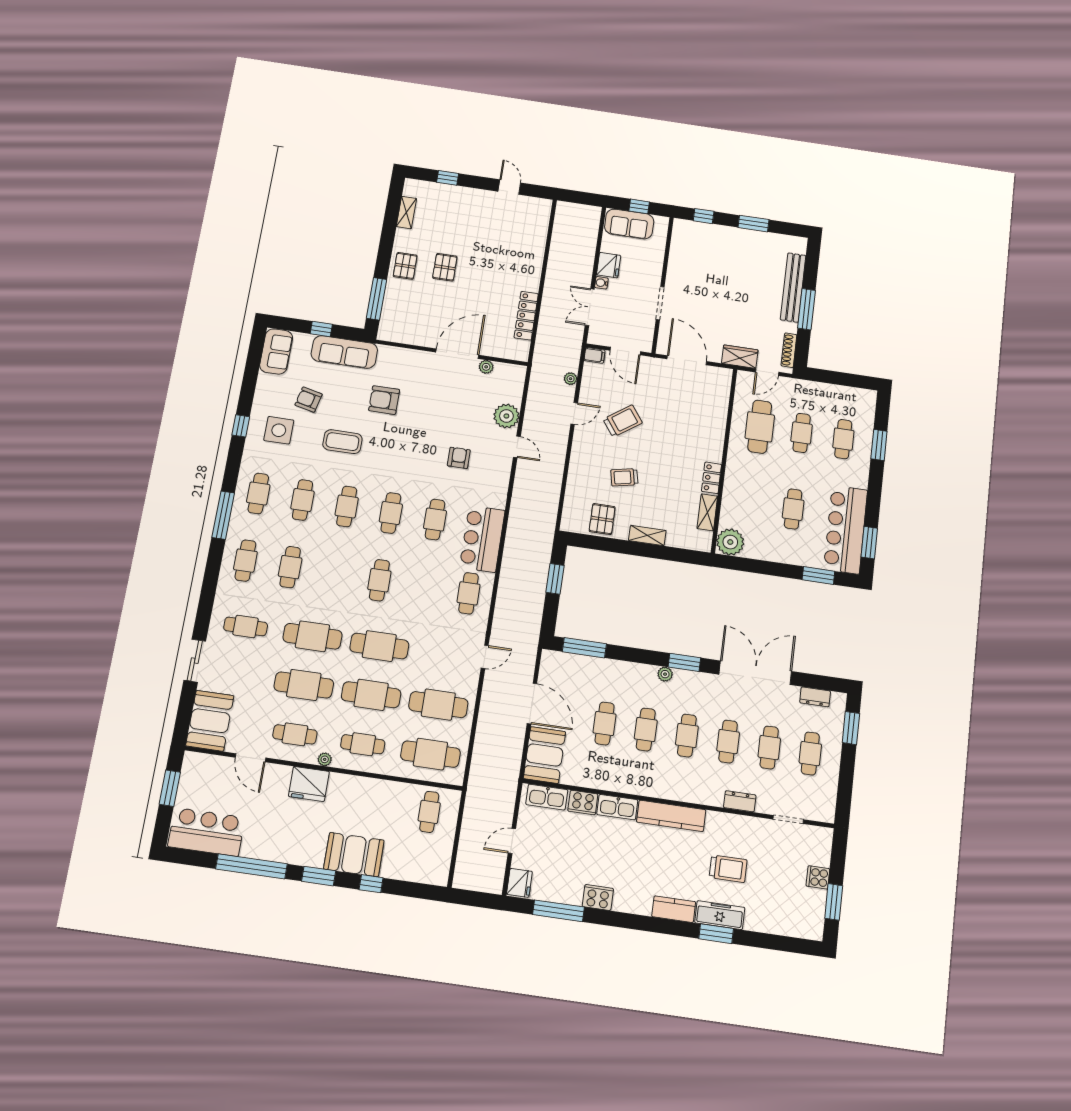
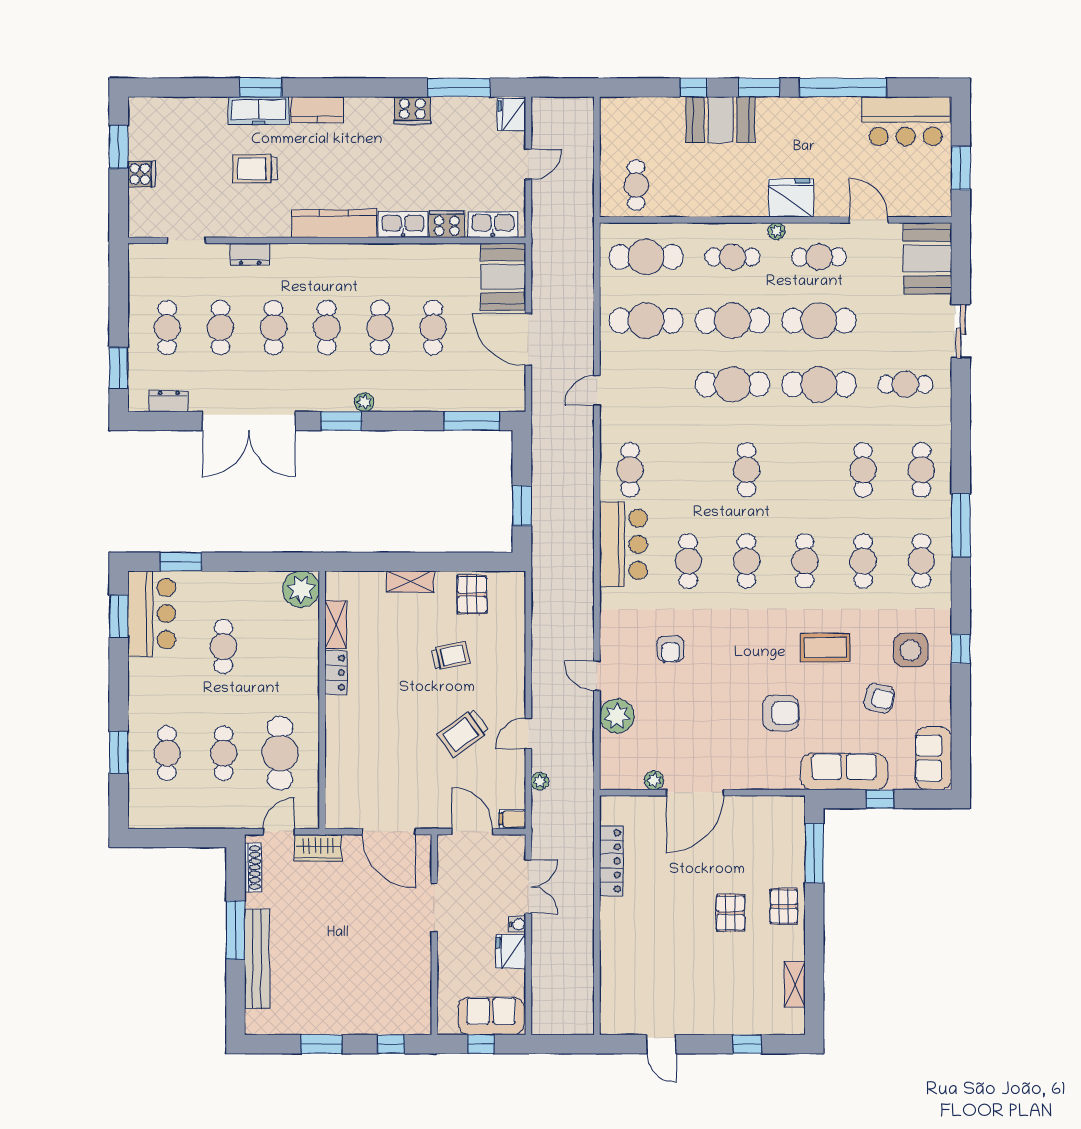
bar counter: (846, 530) -> (152, 614), width x0.73

